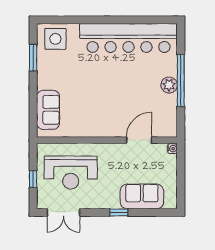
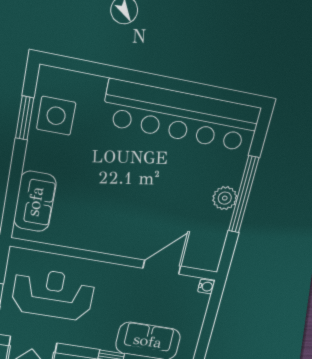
side table: (55, 39) -> (56, 116), moved
reception desk: (71, 172) -> (53, 294), turned 180

